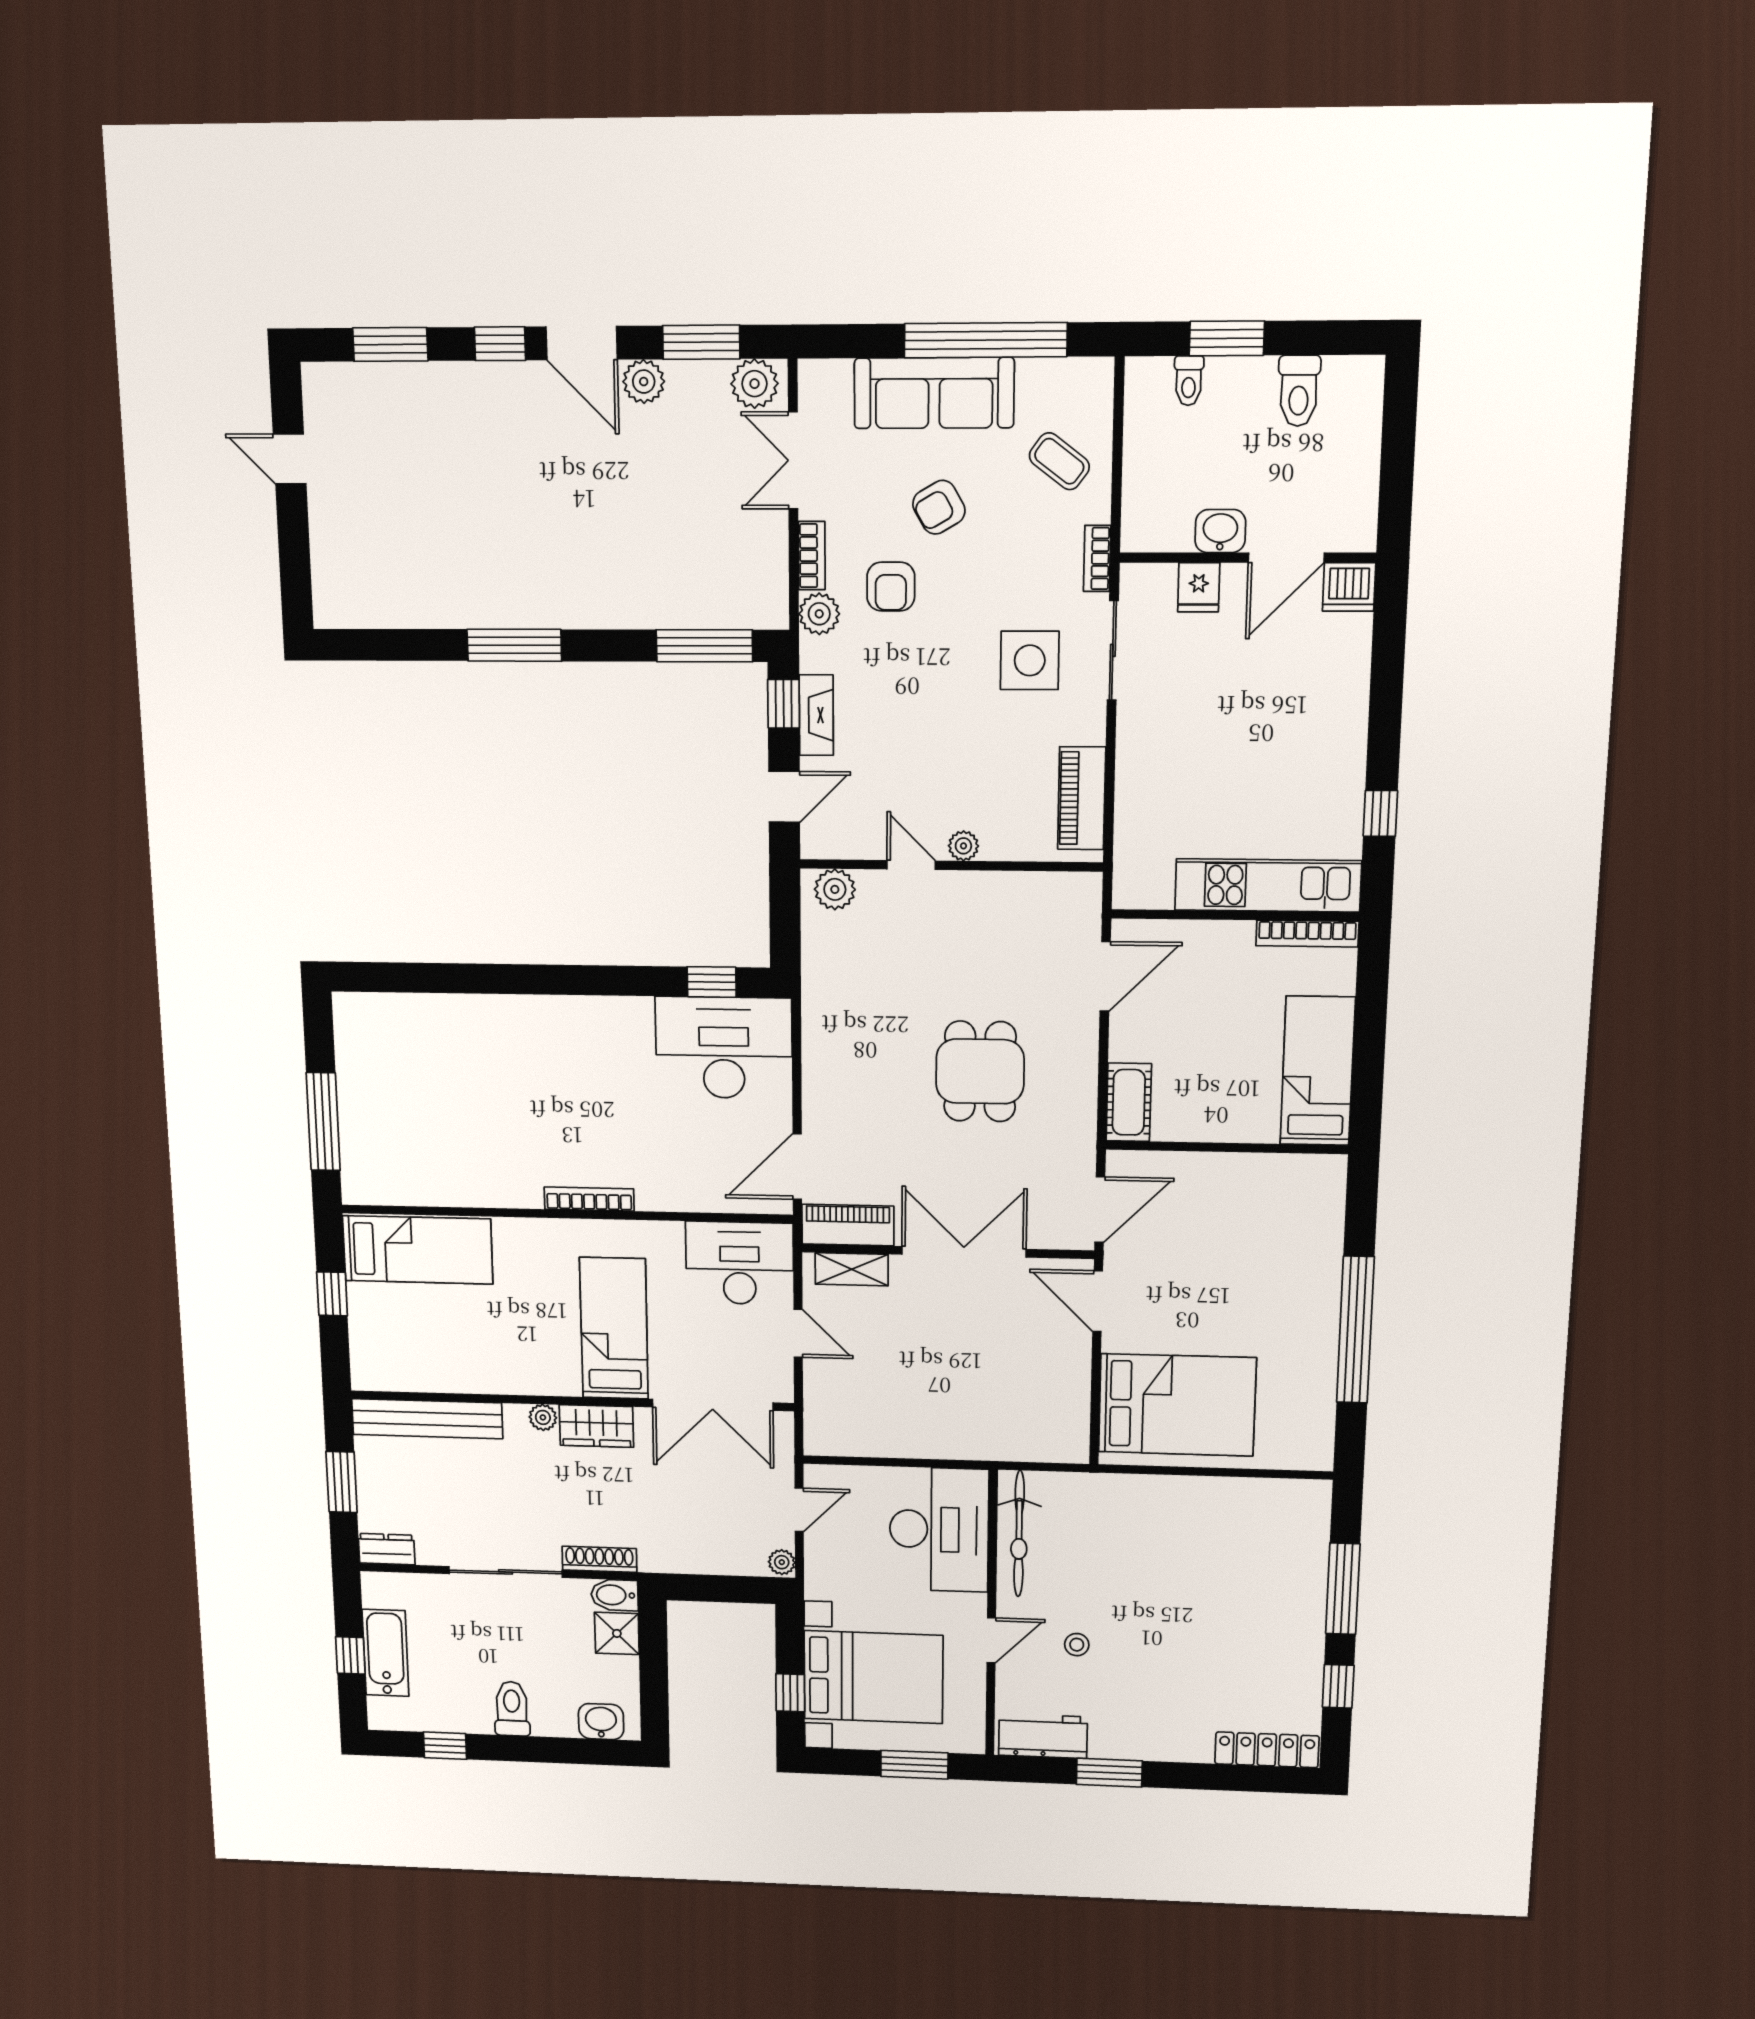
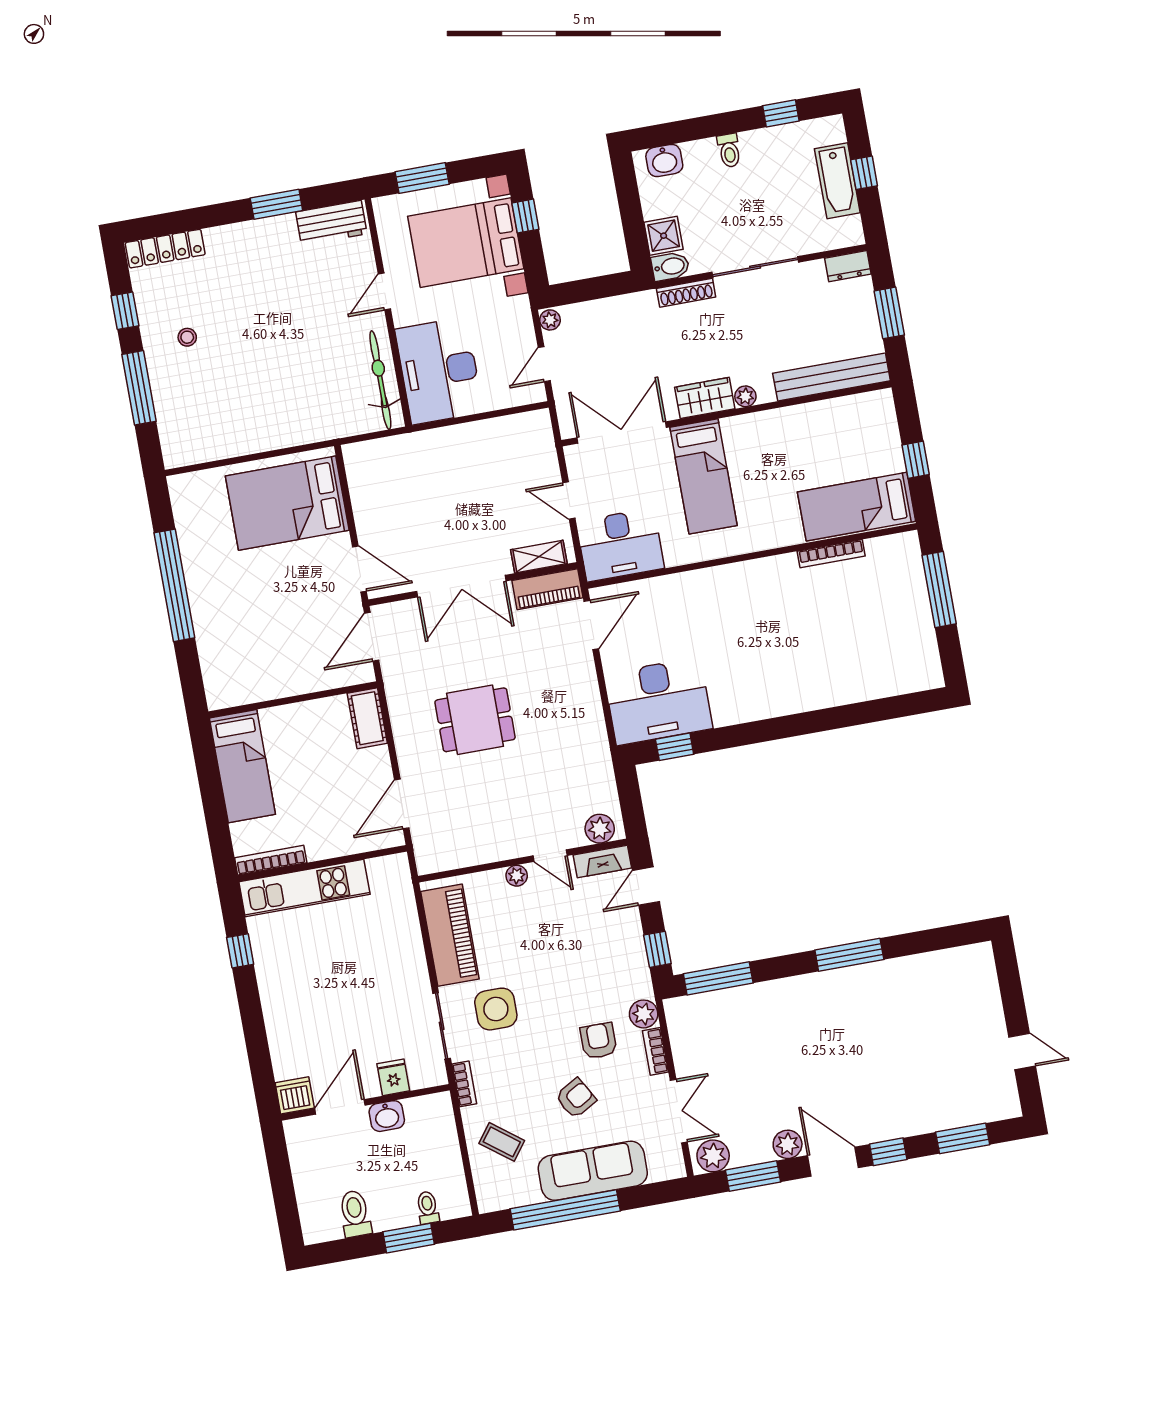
fireplace: (816, 715) -> (602, 861), moved, turned -90
piano: (1082, 798) -> (450, 935), width x1.37, depth x1.33
dining table: (980, 1071) -> (475, 720), turned 90
bookcase: (589, 1199) -> (831, 554), moved
stool: (1077, 1645) -> (187, 337), moved
toilet: (512, 1709) -> (729, 150), width x0.73, depth x0.72

